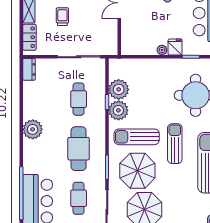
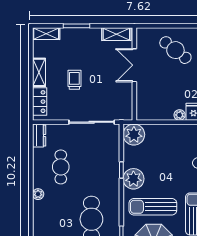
plant: (119, 89) -> (134, 135), moved
cafe table: (79, 99) -> (61, 167), moved
plant: (33, 129) -> (38, 194), width x0.53, depth x0.53

